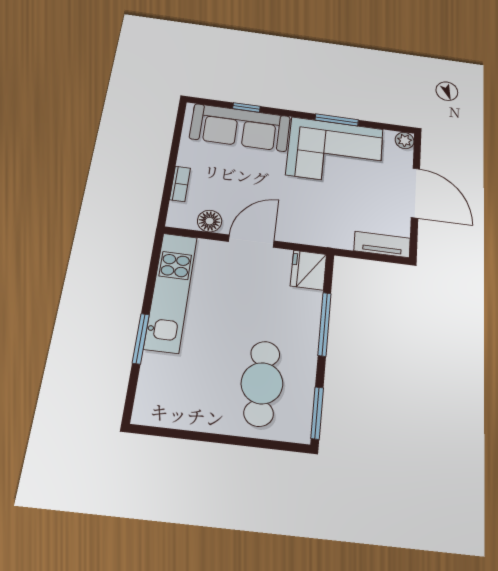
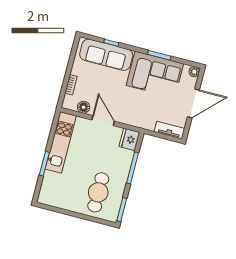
door: (415, 193) -> (193, 103), hinge flipped
door: (251, 241) -> (103, 121), hinge flipped

